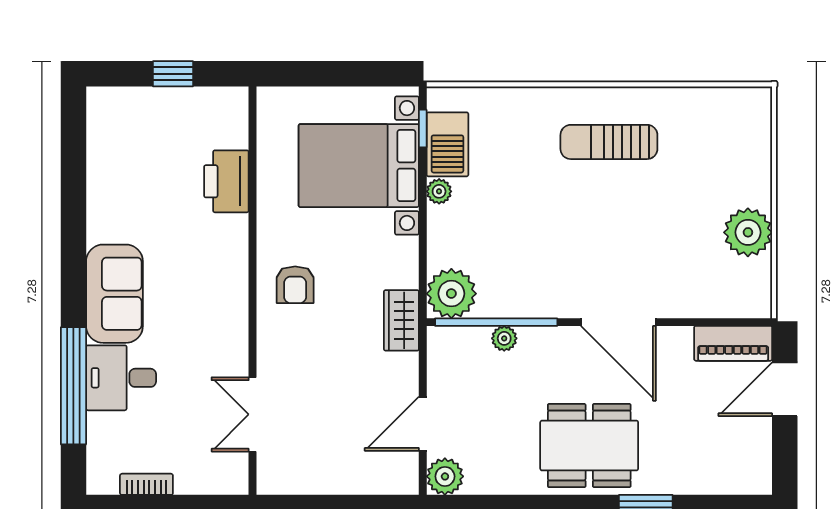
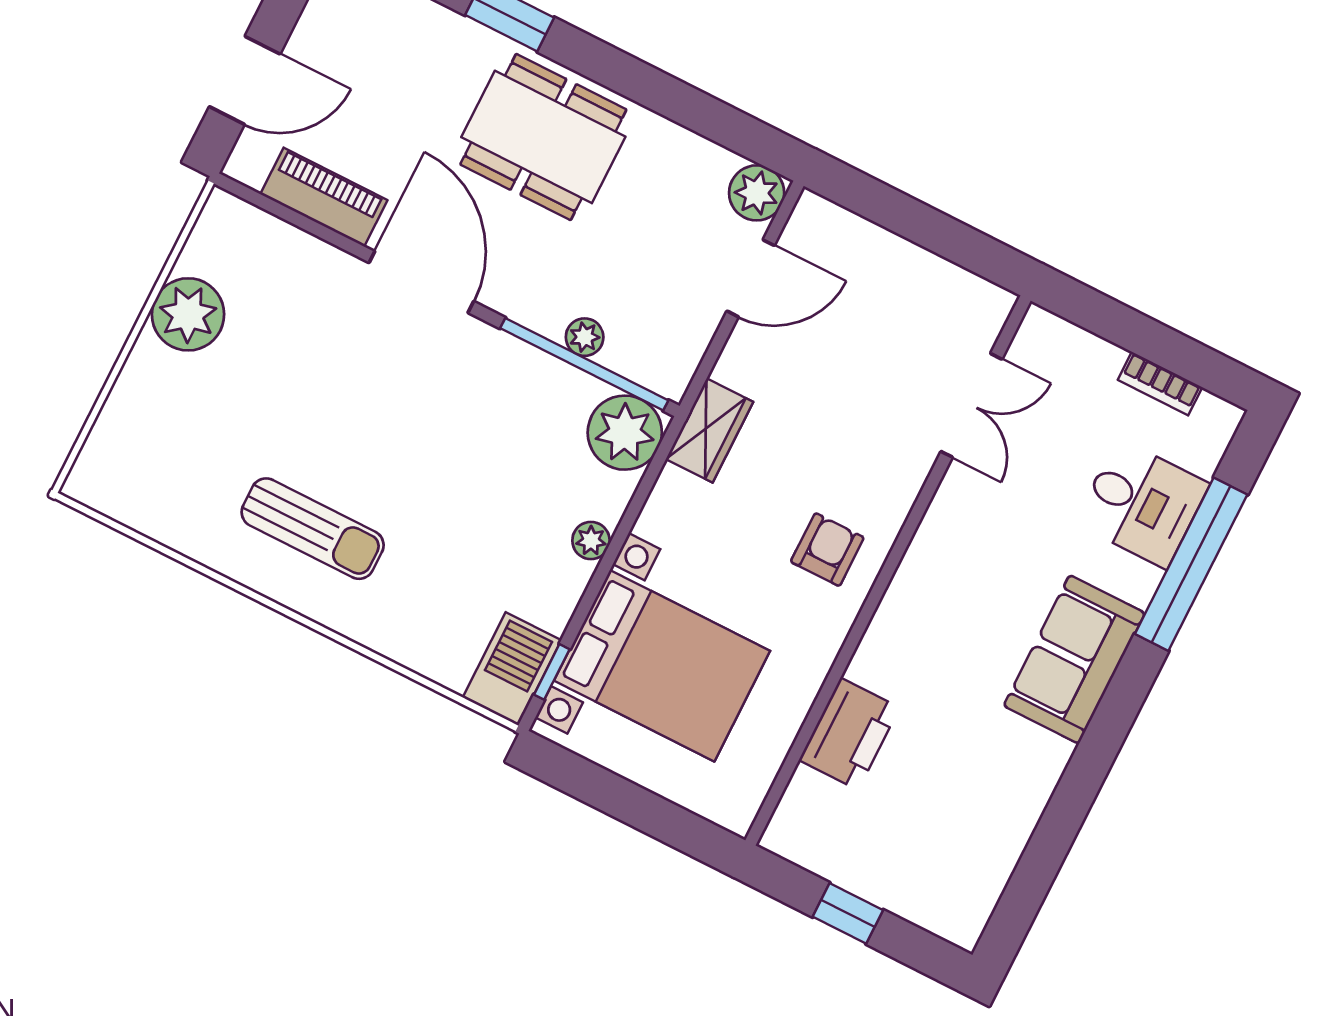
barbecue: (447, 144) -> (512, 669), moved
plant: (439, 191) -> (591, 541), moved
piano: (733, 343) -> (324, 197), moved
desk: (121, 378) -> (1142, 503), moved

